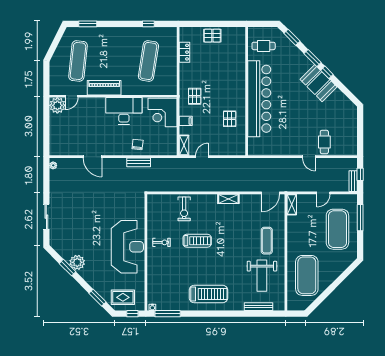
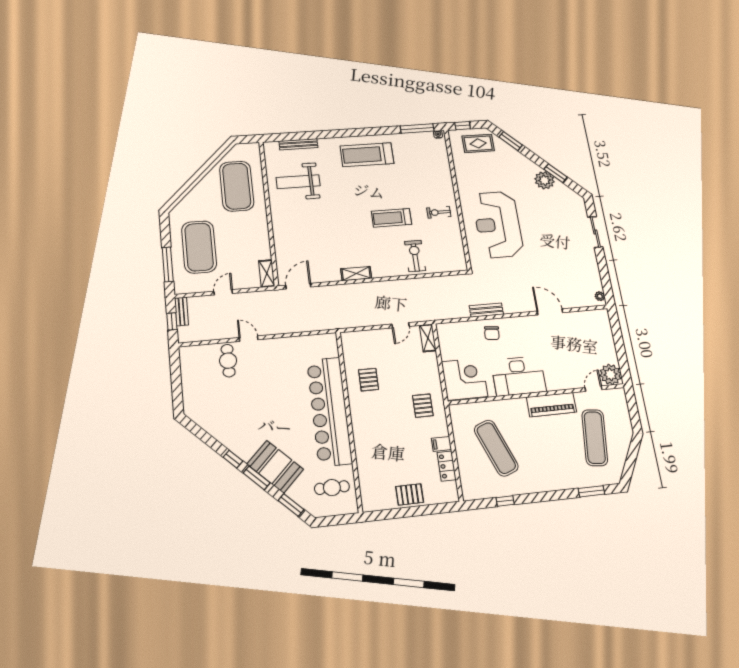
exercise mat: (148, 61) -> (496, 448), turned -30
booth: (318, 83) -> (275, 467), moved
filing cabinet: (186, 121) -> (441, 444), moved
exercise mat: (267, 241) -> (297, 225), removed
reception desk: (127, 247) -> (498, 224), moved
weight bench: (262, 276) -> (298, 182), turned -90

